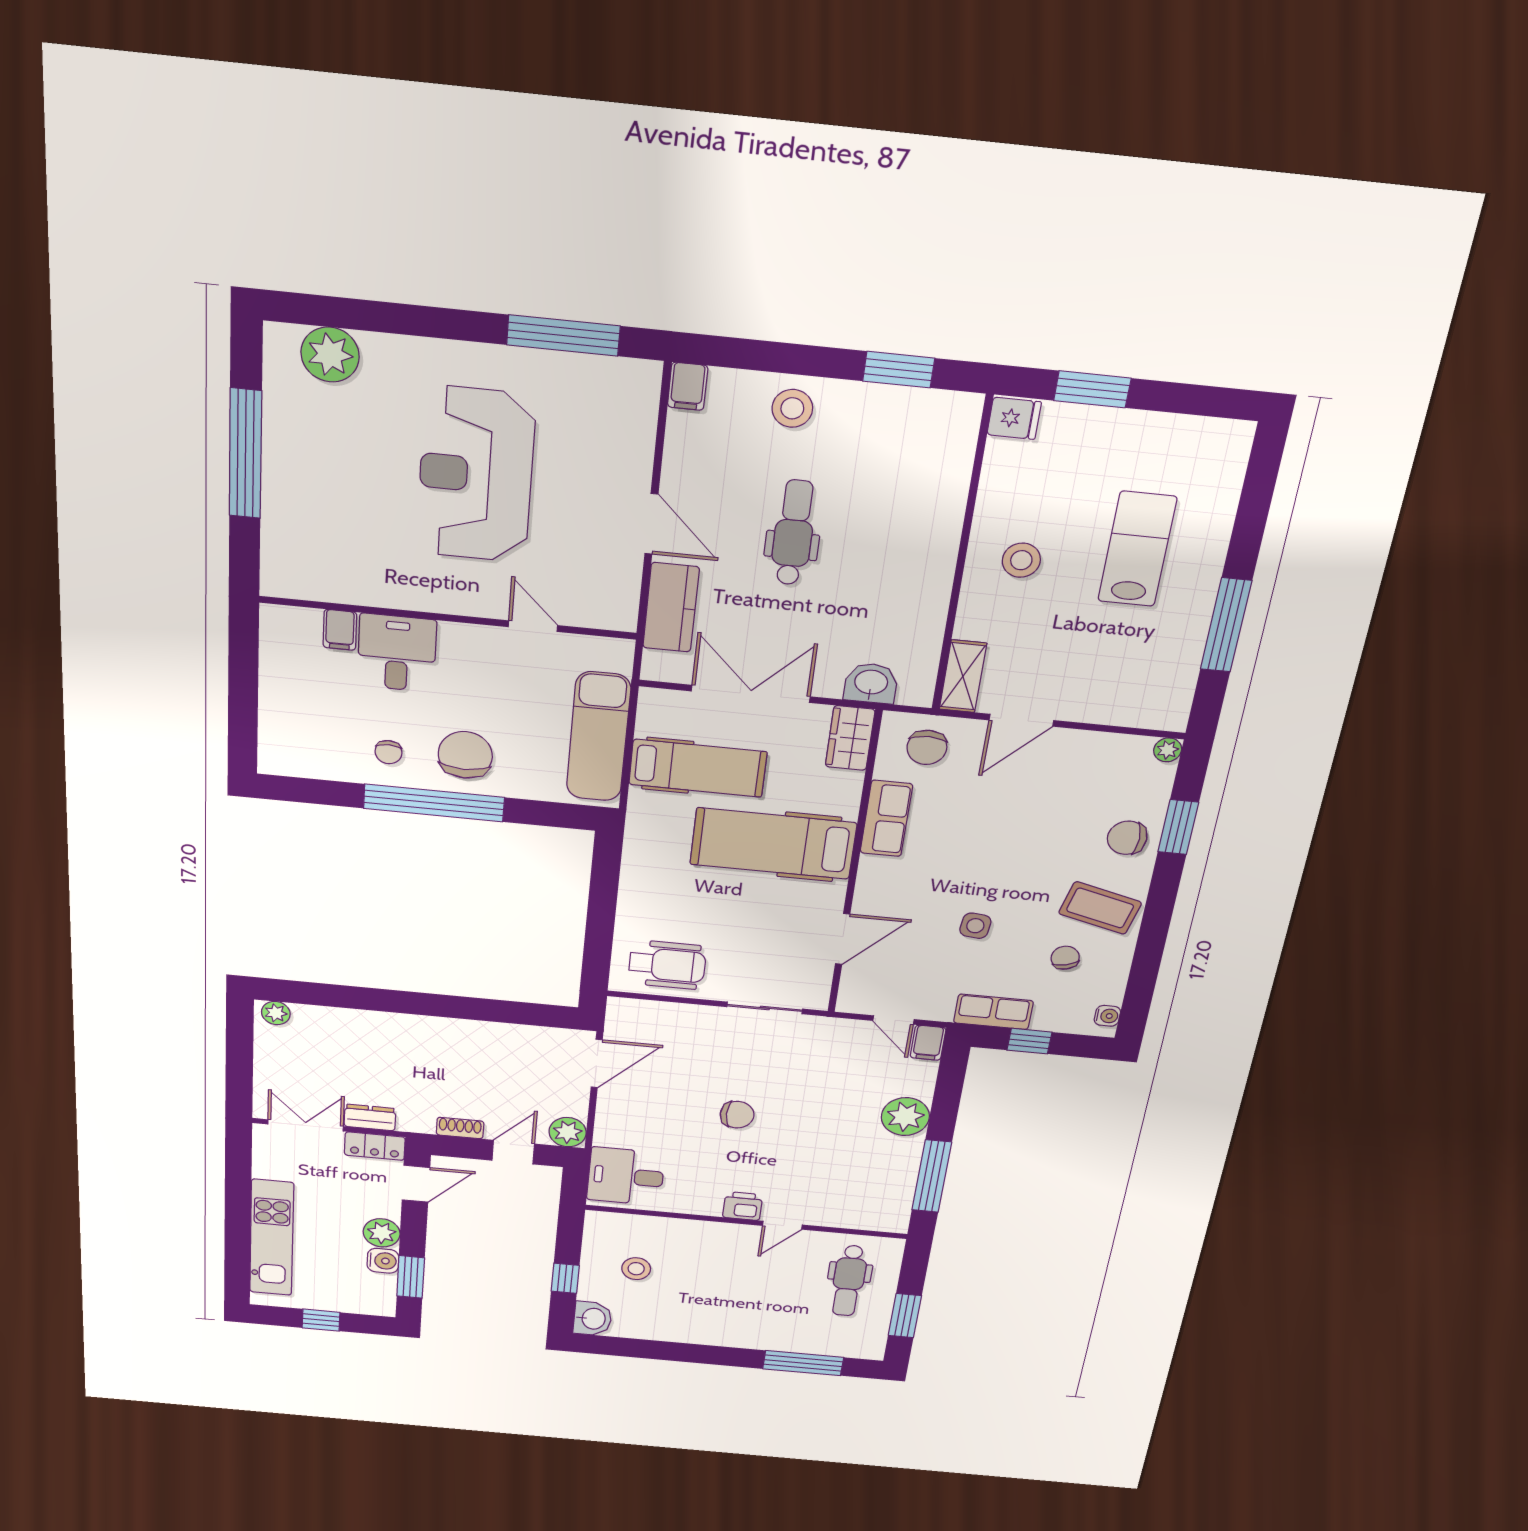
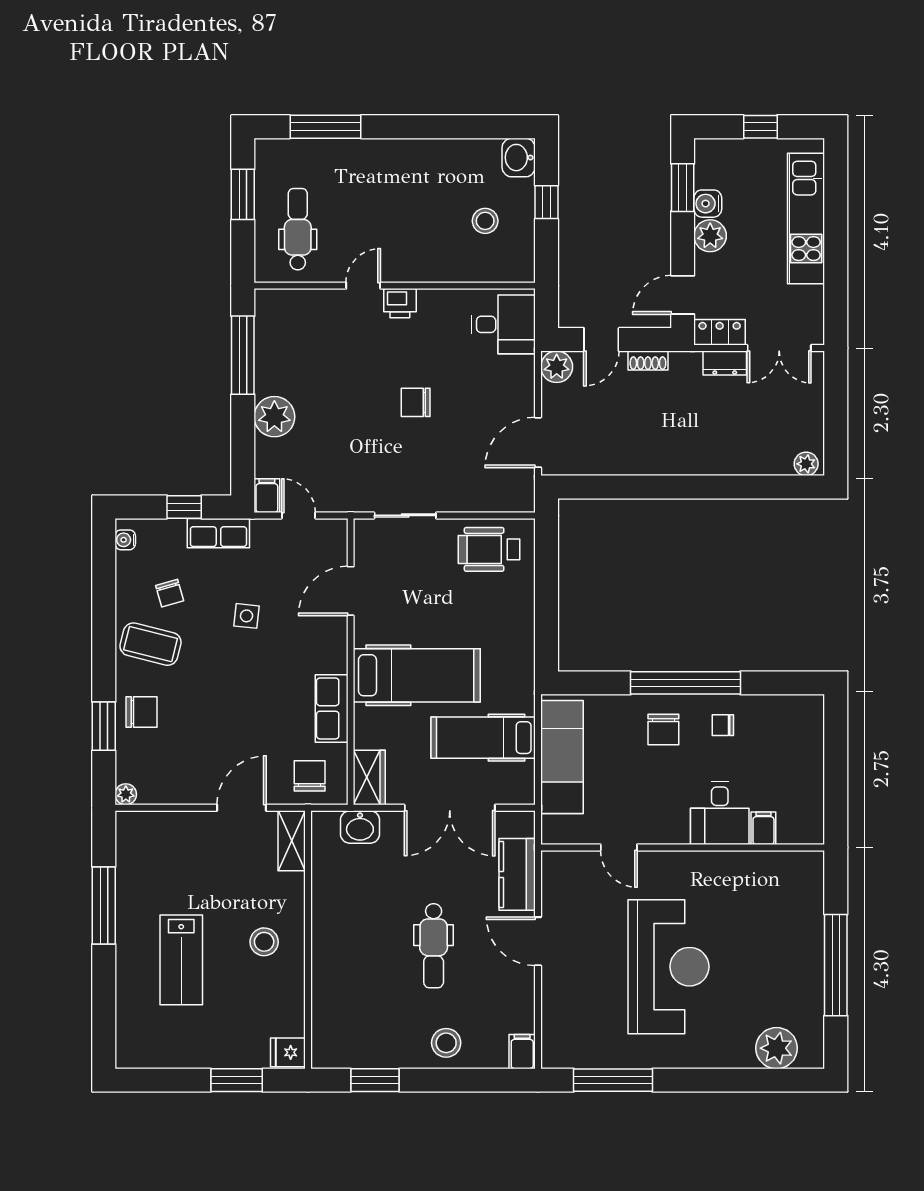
chair: (388, 752) -> (723, 725), turned -90
chair: (465, 755) -> (663, 729), width x0.73, depth x0.73

